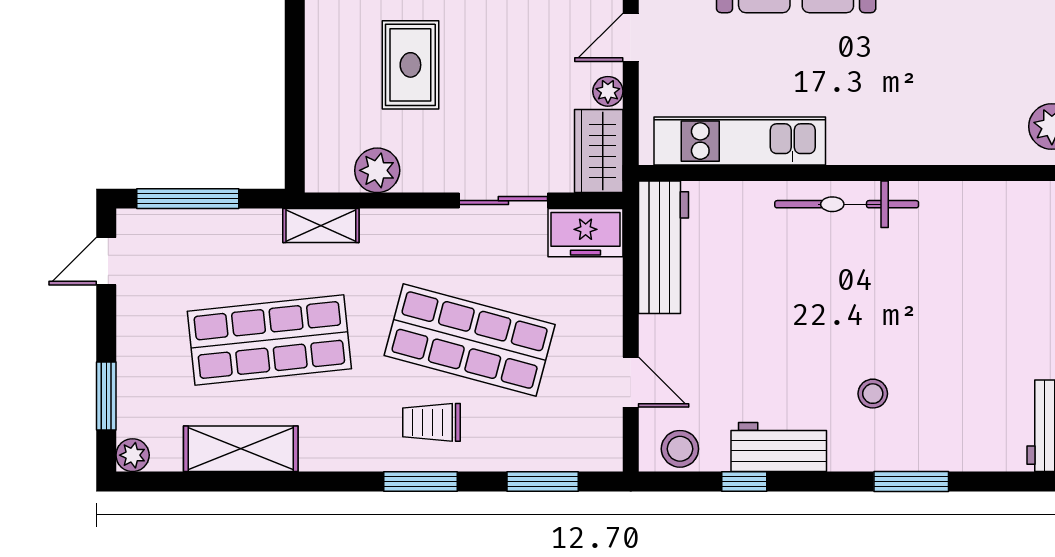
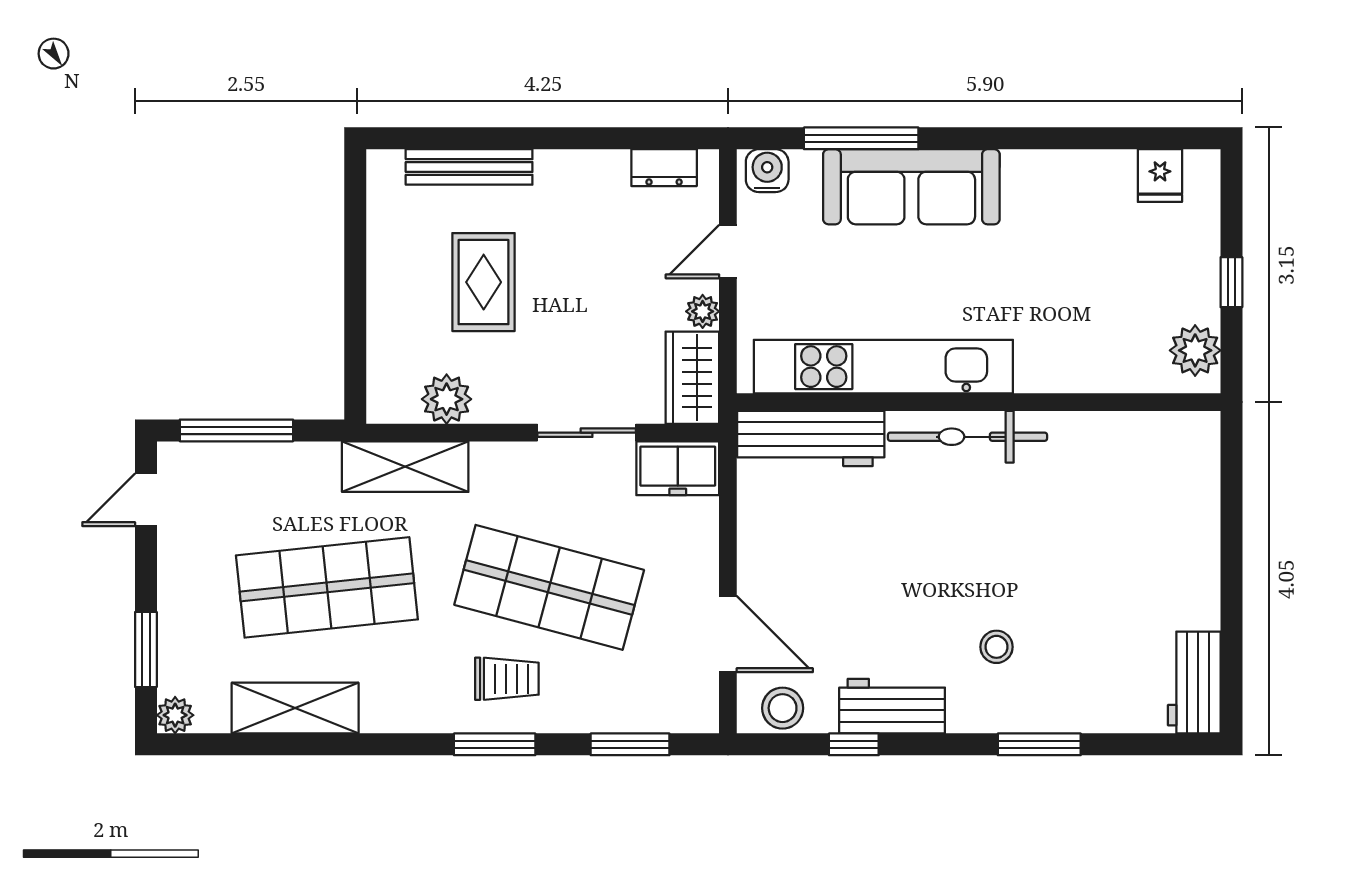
kitchen unit: (740, 141) -> (883, 367), width x1.36
shelving: (321, 226) -> (405, 467), width x1.50, depth x1.33
workbench: (664, 247) -> (811, 438), moved, turned 90
door: (631, 382) -> (728, 634), width x1.38
trolley: (432, 422) -> (507, 679), turned 180

